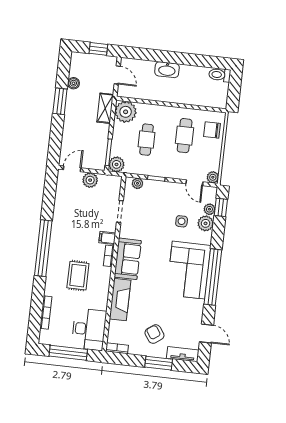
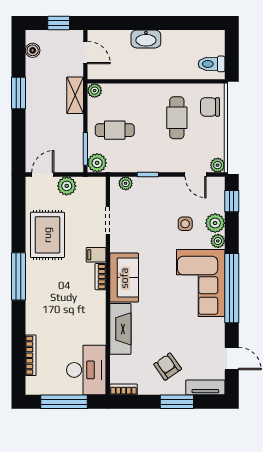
toilet: (220, 75) -> (212, 64), moved
boiler: (73, 83) -> (33, 50), moved
plant: (126, 112) -> (95, 91), width x0.53, depth x0.53
cafe table: (147, 140) -> (115, 130), moved, turned 90
plant: (209, 209) -> (218, 241), moved
window: (43, 248) -> (19, 276), width x0.68
rug: (78, 276) -> (47, 235), moved, width x1.36, depth x1.43

